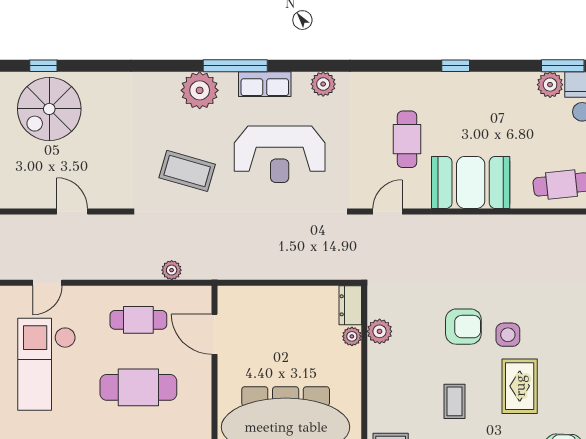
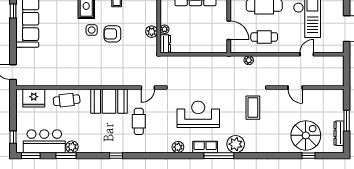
coffee table: (187, 171) -> (253, 108), moved, turned 74

